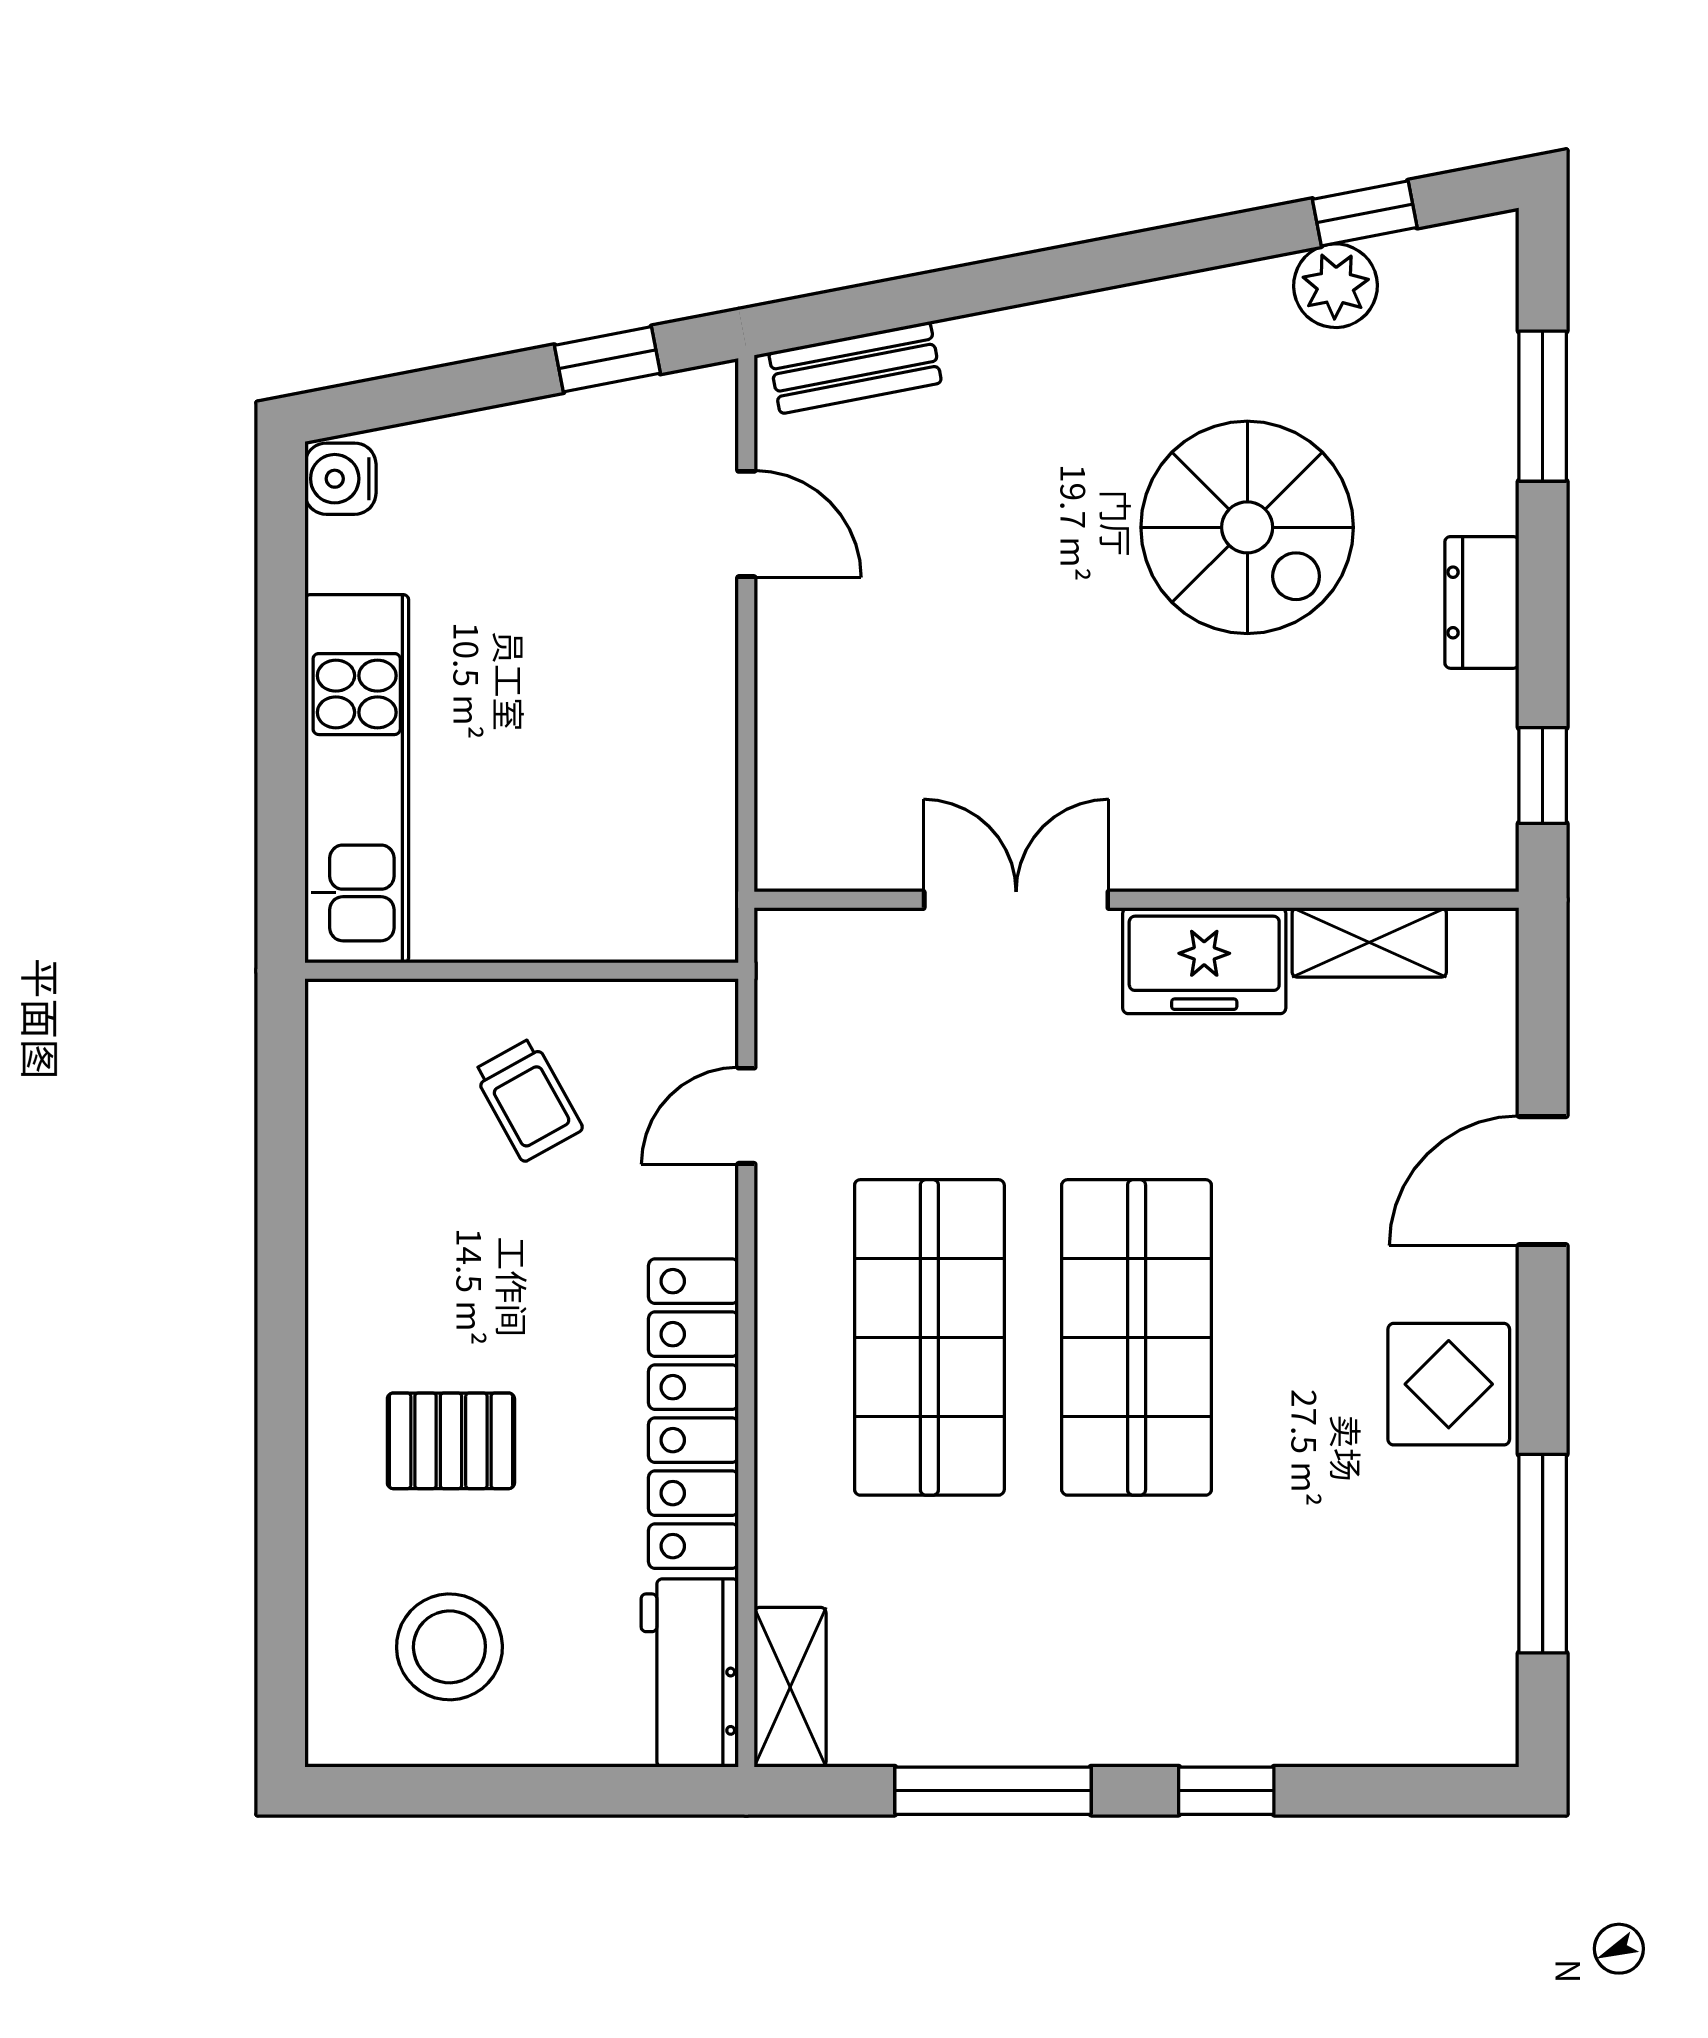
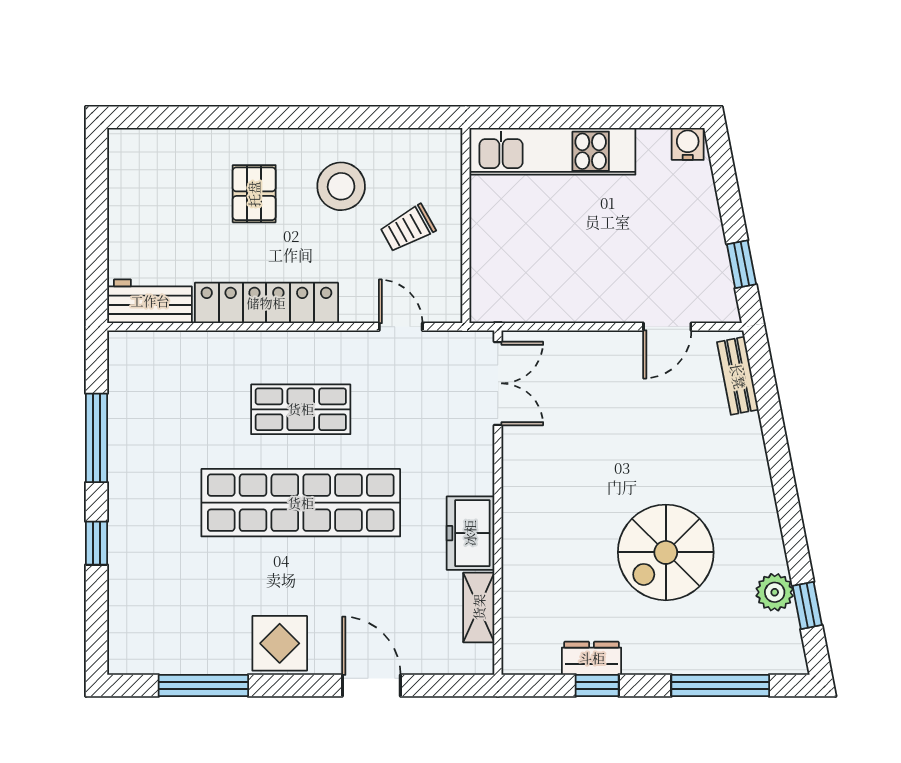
window: (1543, 406) -> (720, 686), width x1.44
dresser: (1482, 602) -> (592, 658), moved
window: (1543, 775) -> (597, 686), moved
double door: (1016, 900) -> (498, 383), moved
shop shelf: (929, 1337) -> (301, 409), width x0.70, depth x0.74
shop shelf: (1137, 1337) -> (301, 503), width x1.40
stool: (449, 1647) -> (341, 186), moved
shelving: (790, 1687) -> (143, 347), removed

